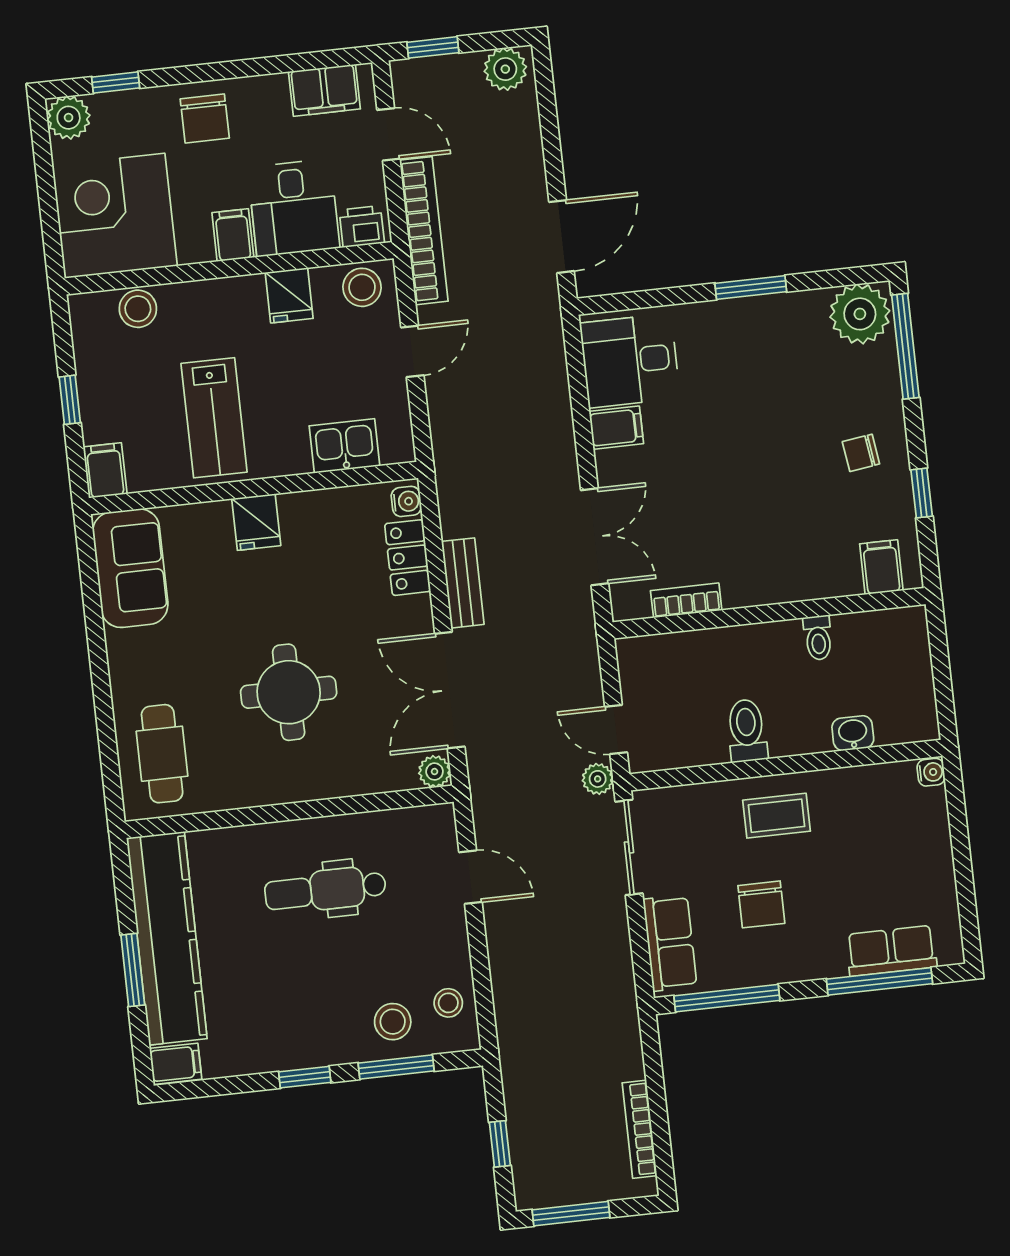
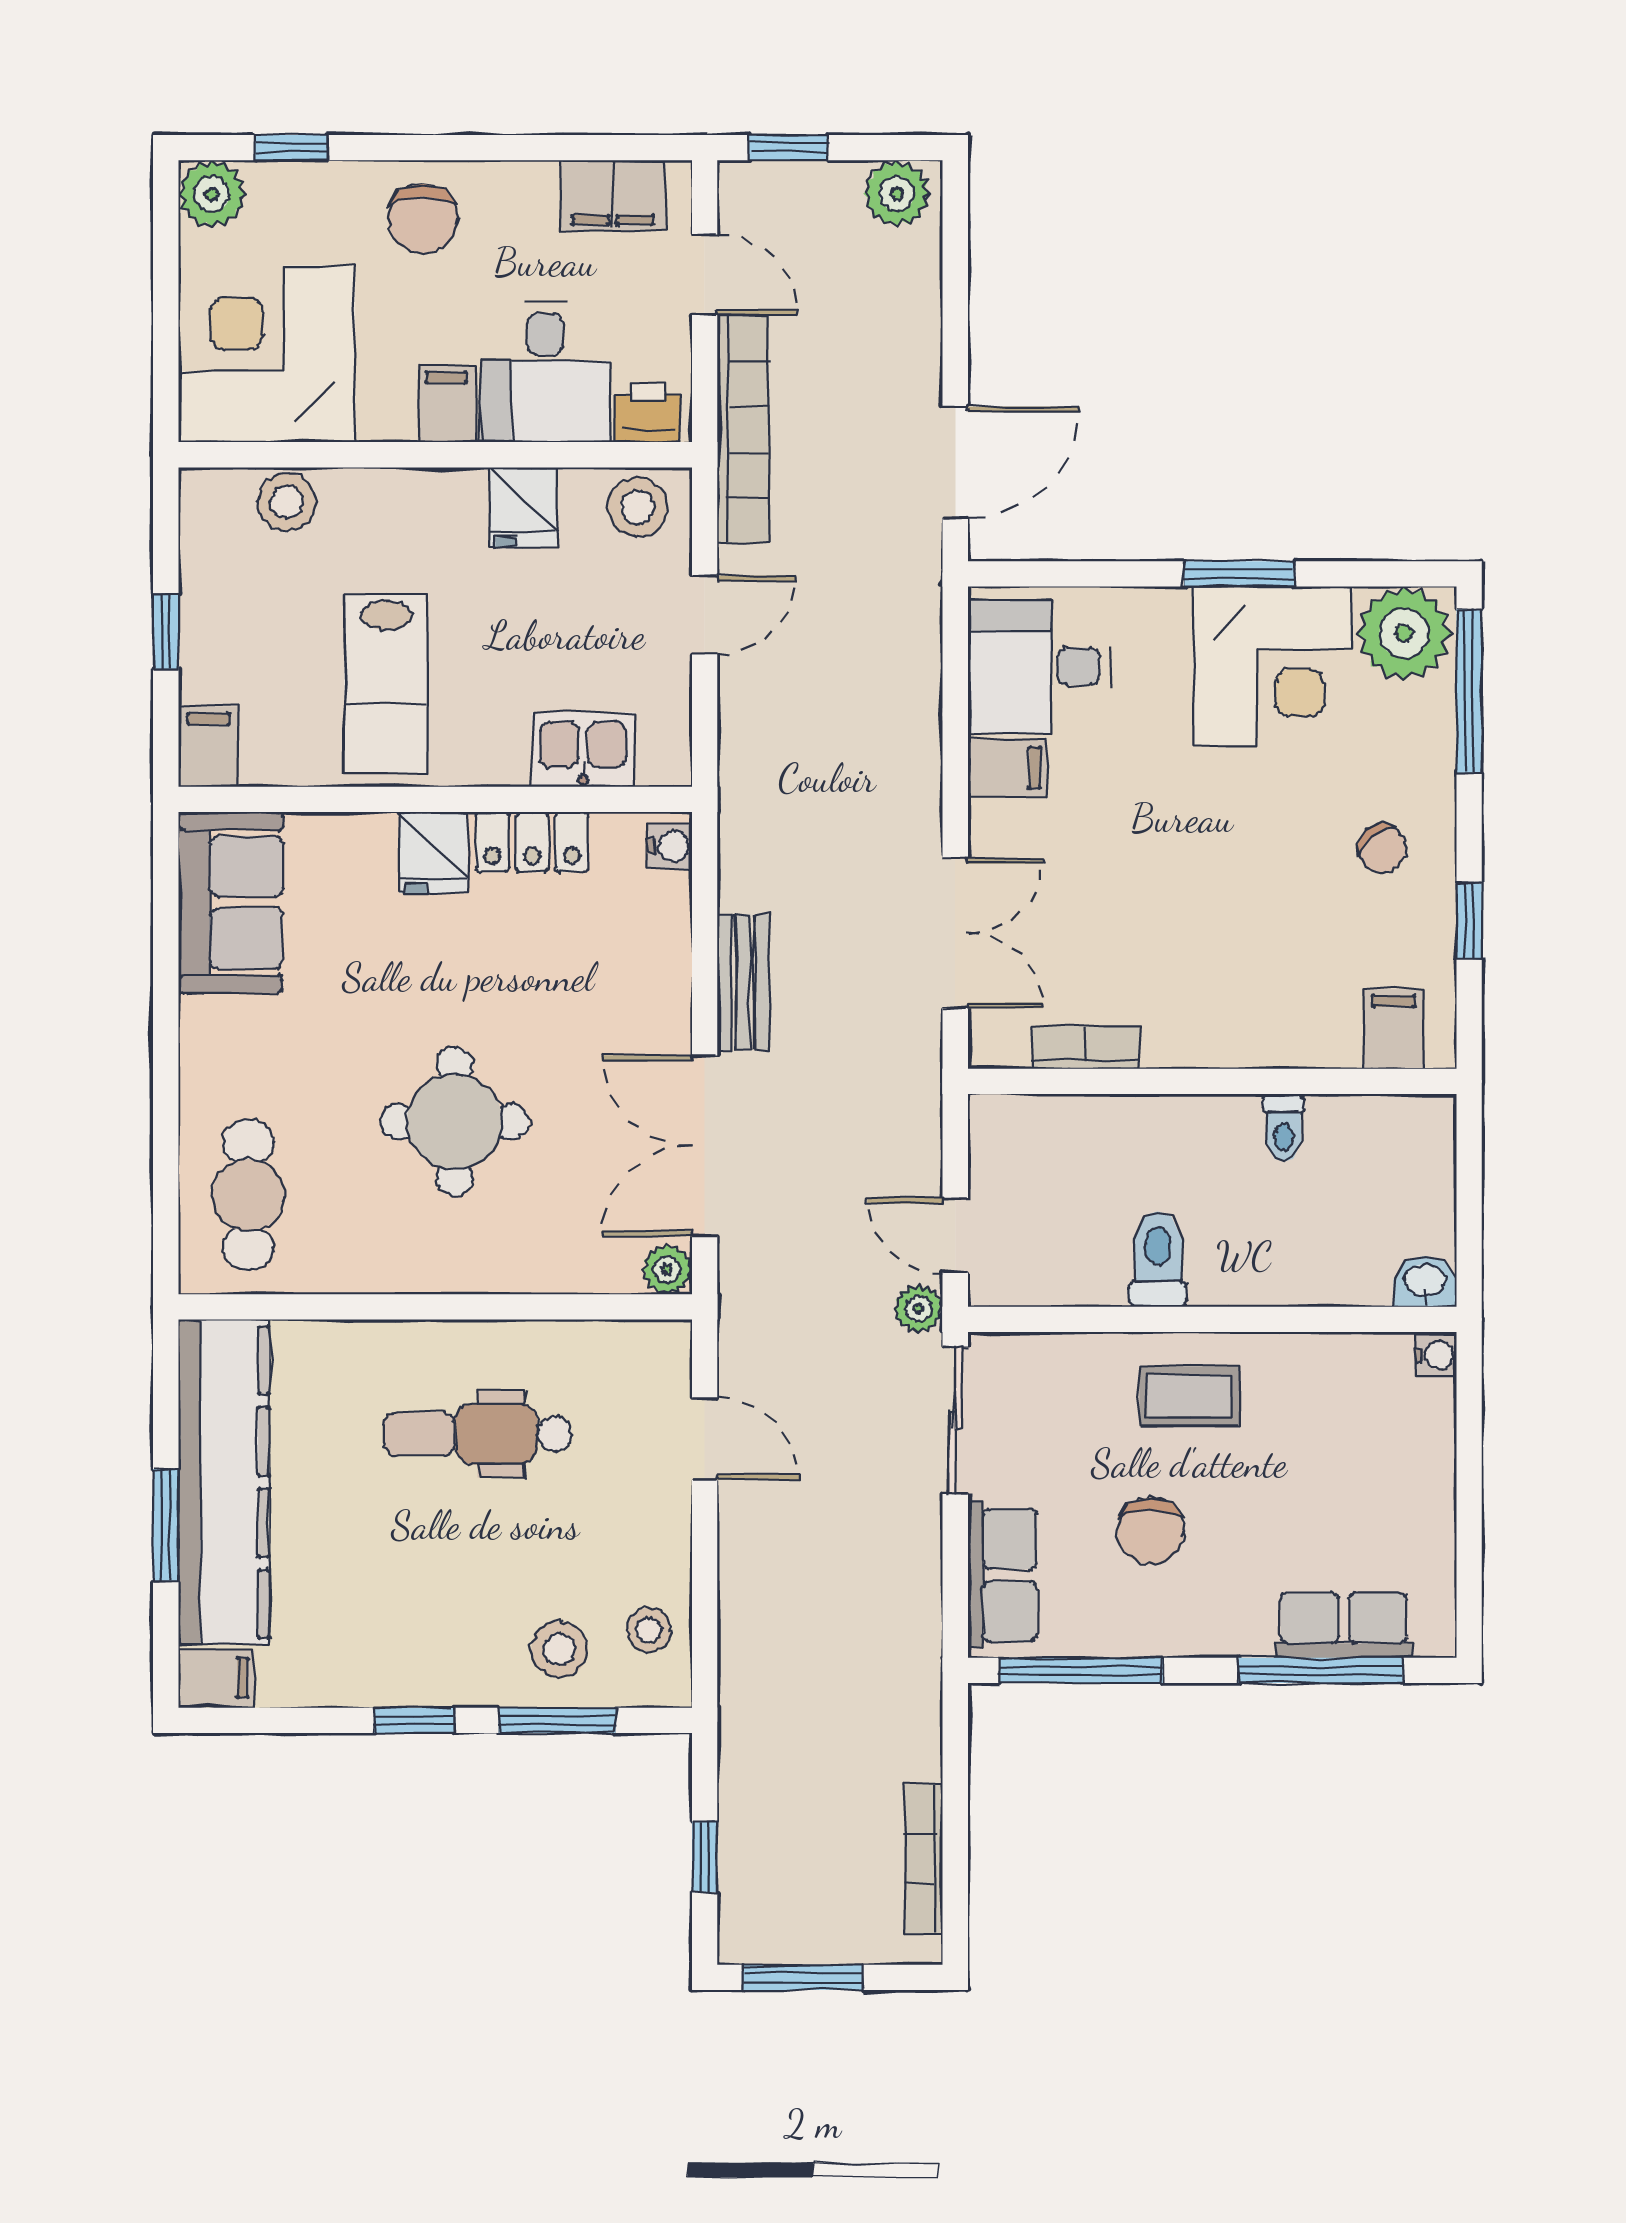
corner desk: (778, 344) -> (1273, 666), added
chair: (861, 453) -> (1382, 849), turned -121
locker: (408, 558) -> (532, 842), moved, turned -90
washbasin: (853, 733) -> (1425, 1281), moved

